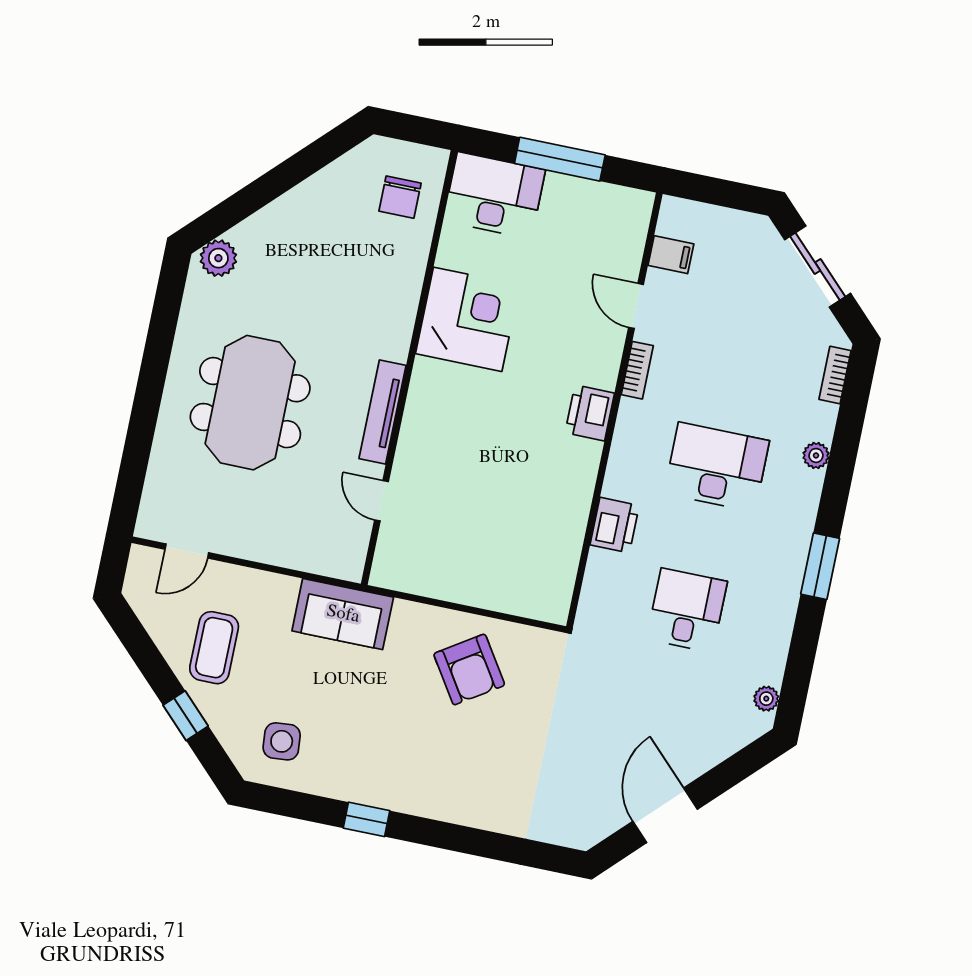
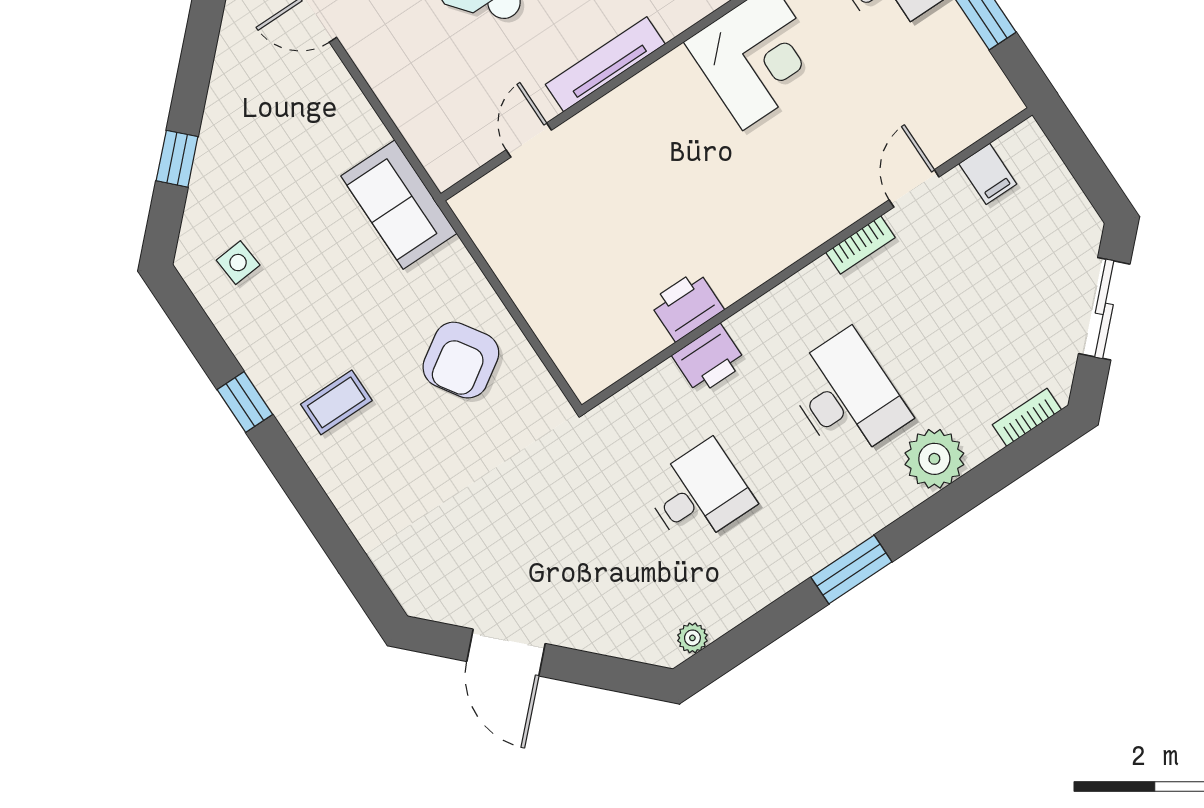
printer: (590, 413) -> (687, 306), moved
plant: (816, 455) -> (934, 459), width x1.88, depth x1.88
coffee table: (214, 648) -> (336, 402), moved, width x0.73, depth x0.77
side table: (282, 741) -> (238, 263), width x0.73, depth x0.73
door: (665, 815) -> (506, 653), swing flipped

